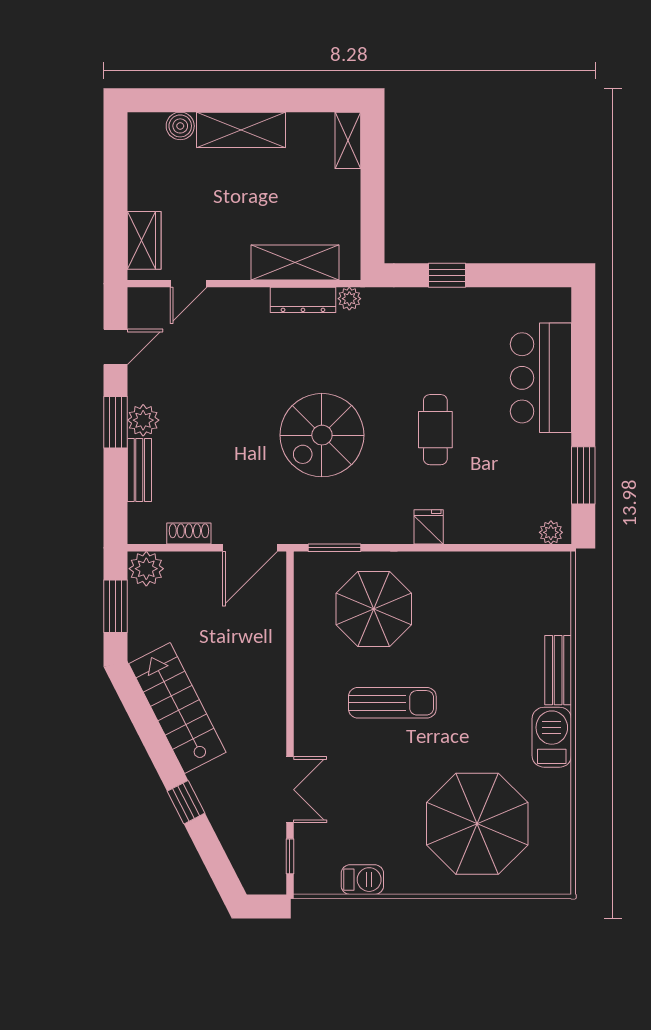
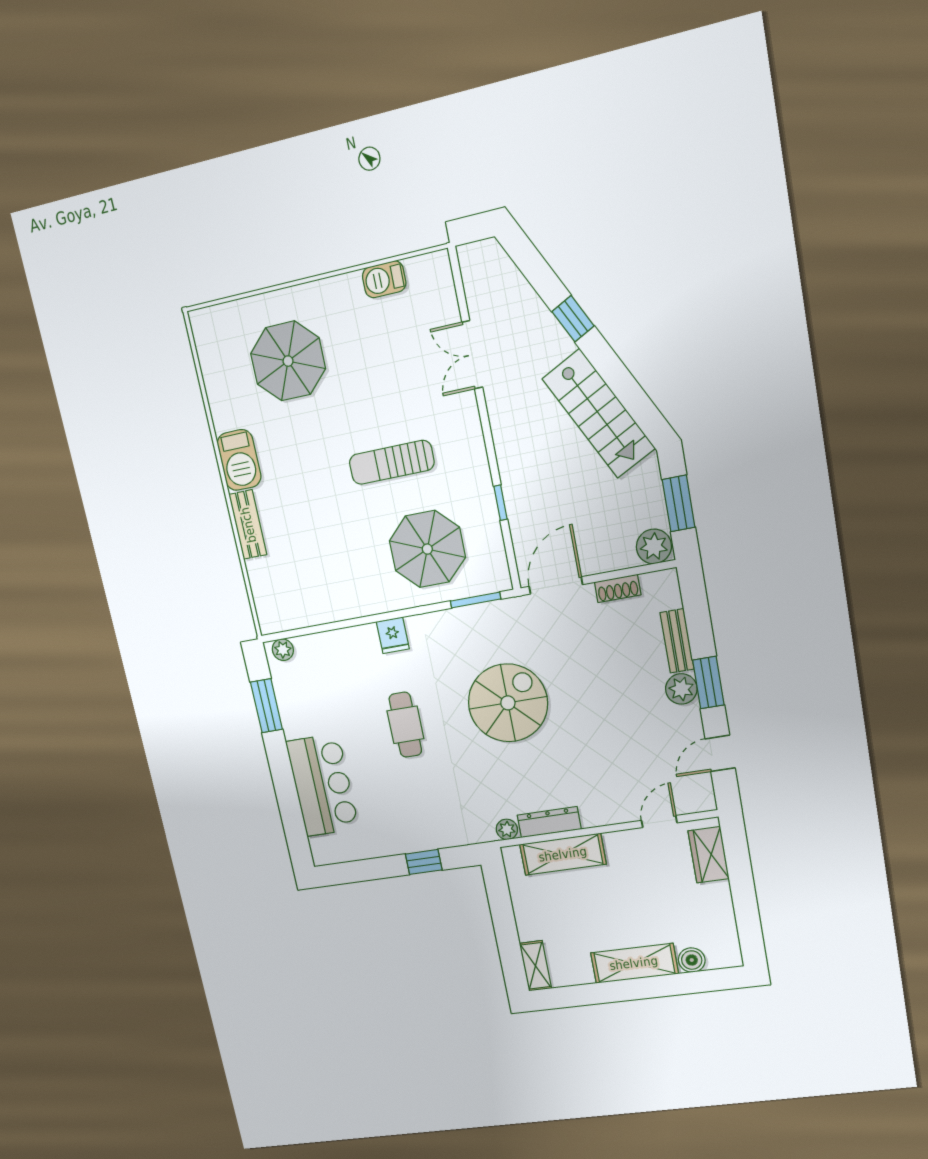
parasol: (477, 824) -> (288, 361), width x0.73, depth x0.73
window: (290, 856) -> (500, 503), moved

